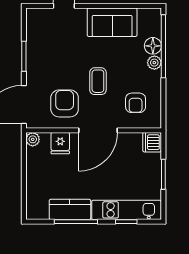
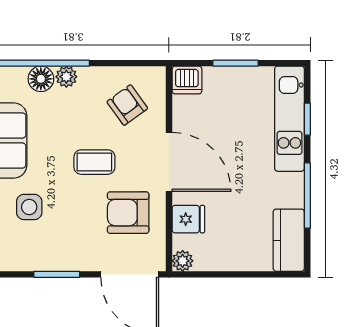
side table: (68, 38) -> (29, 207), added
armchair: (136, 103) -> (127, 105), turned -126
kitchen counter: (70, 209) -> (289, 240), moved

